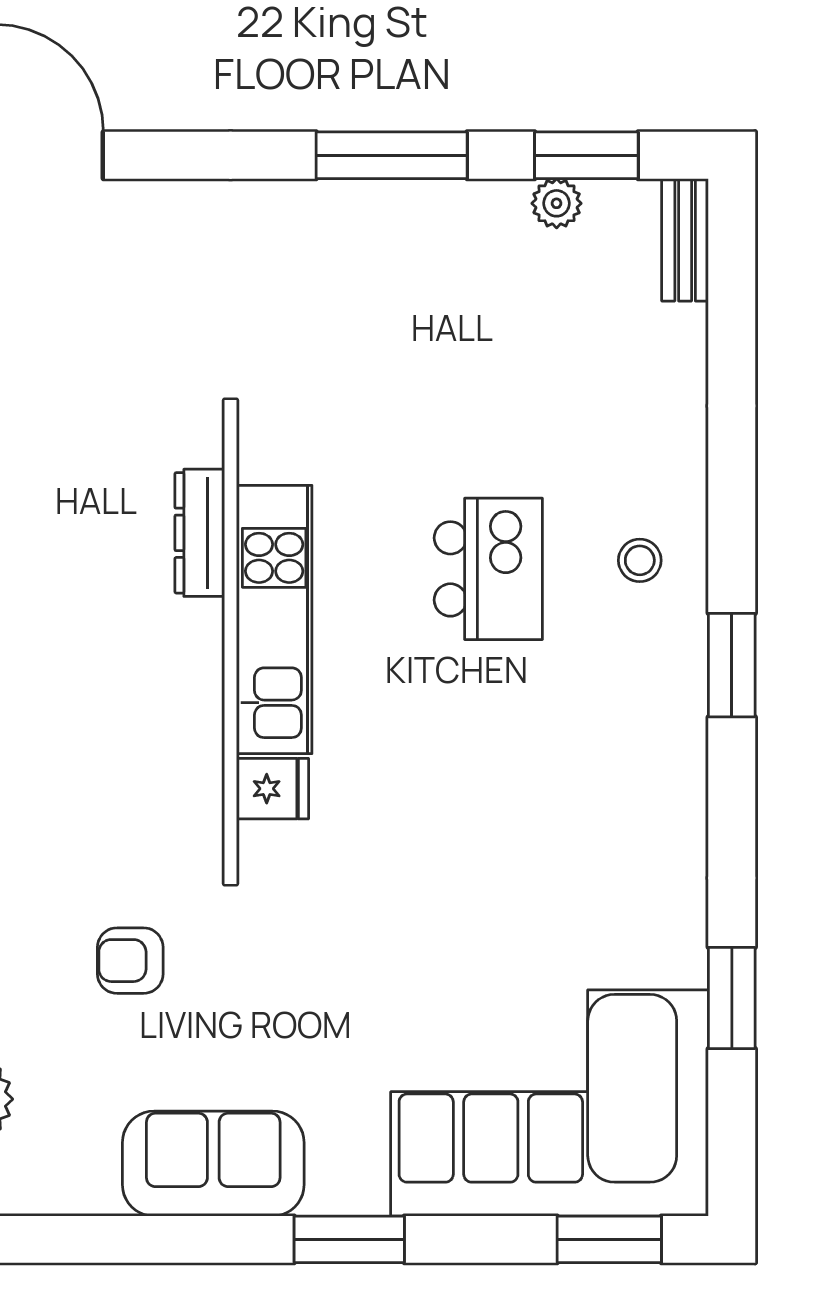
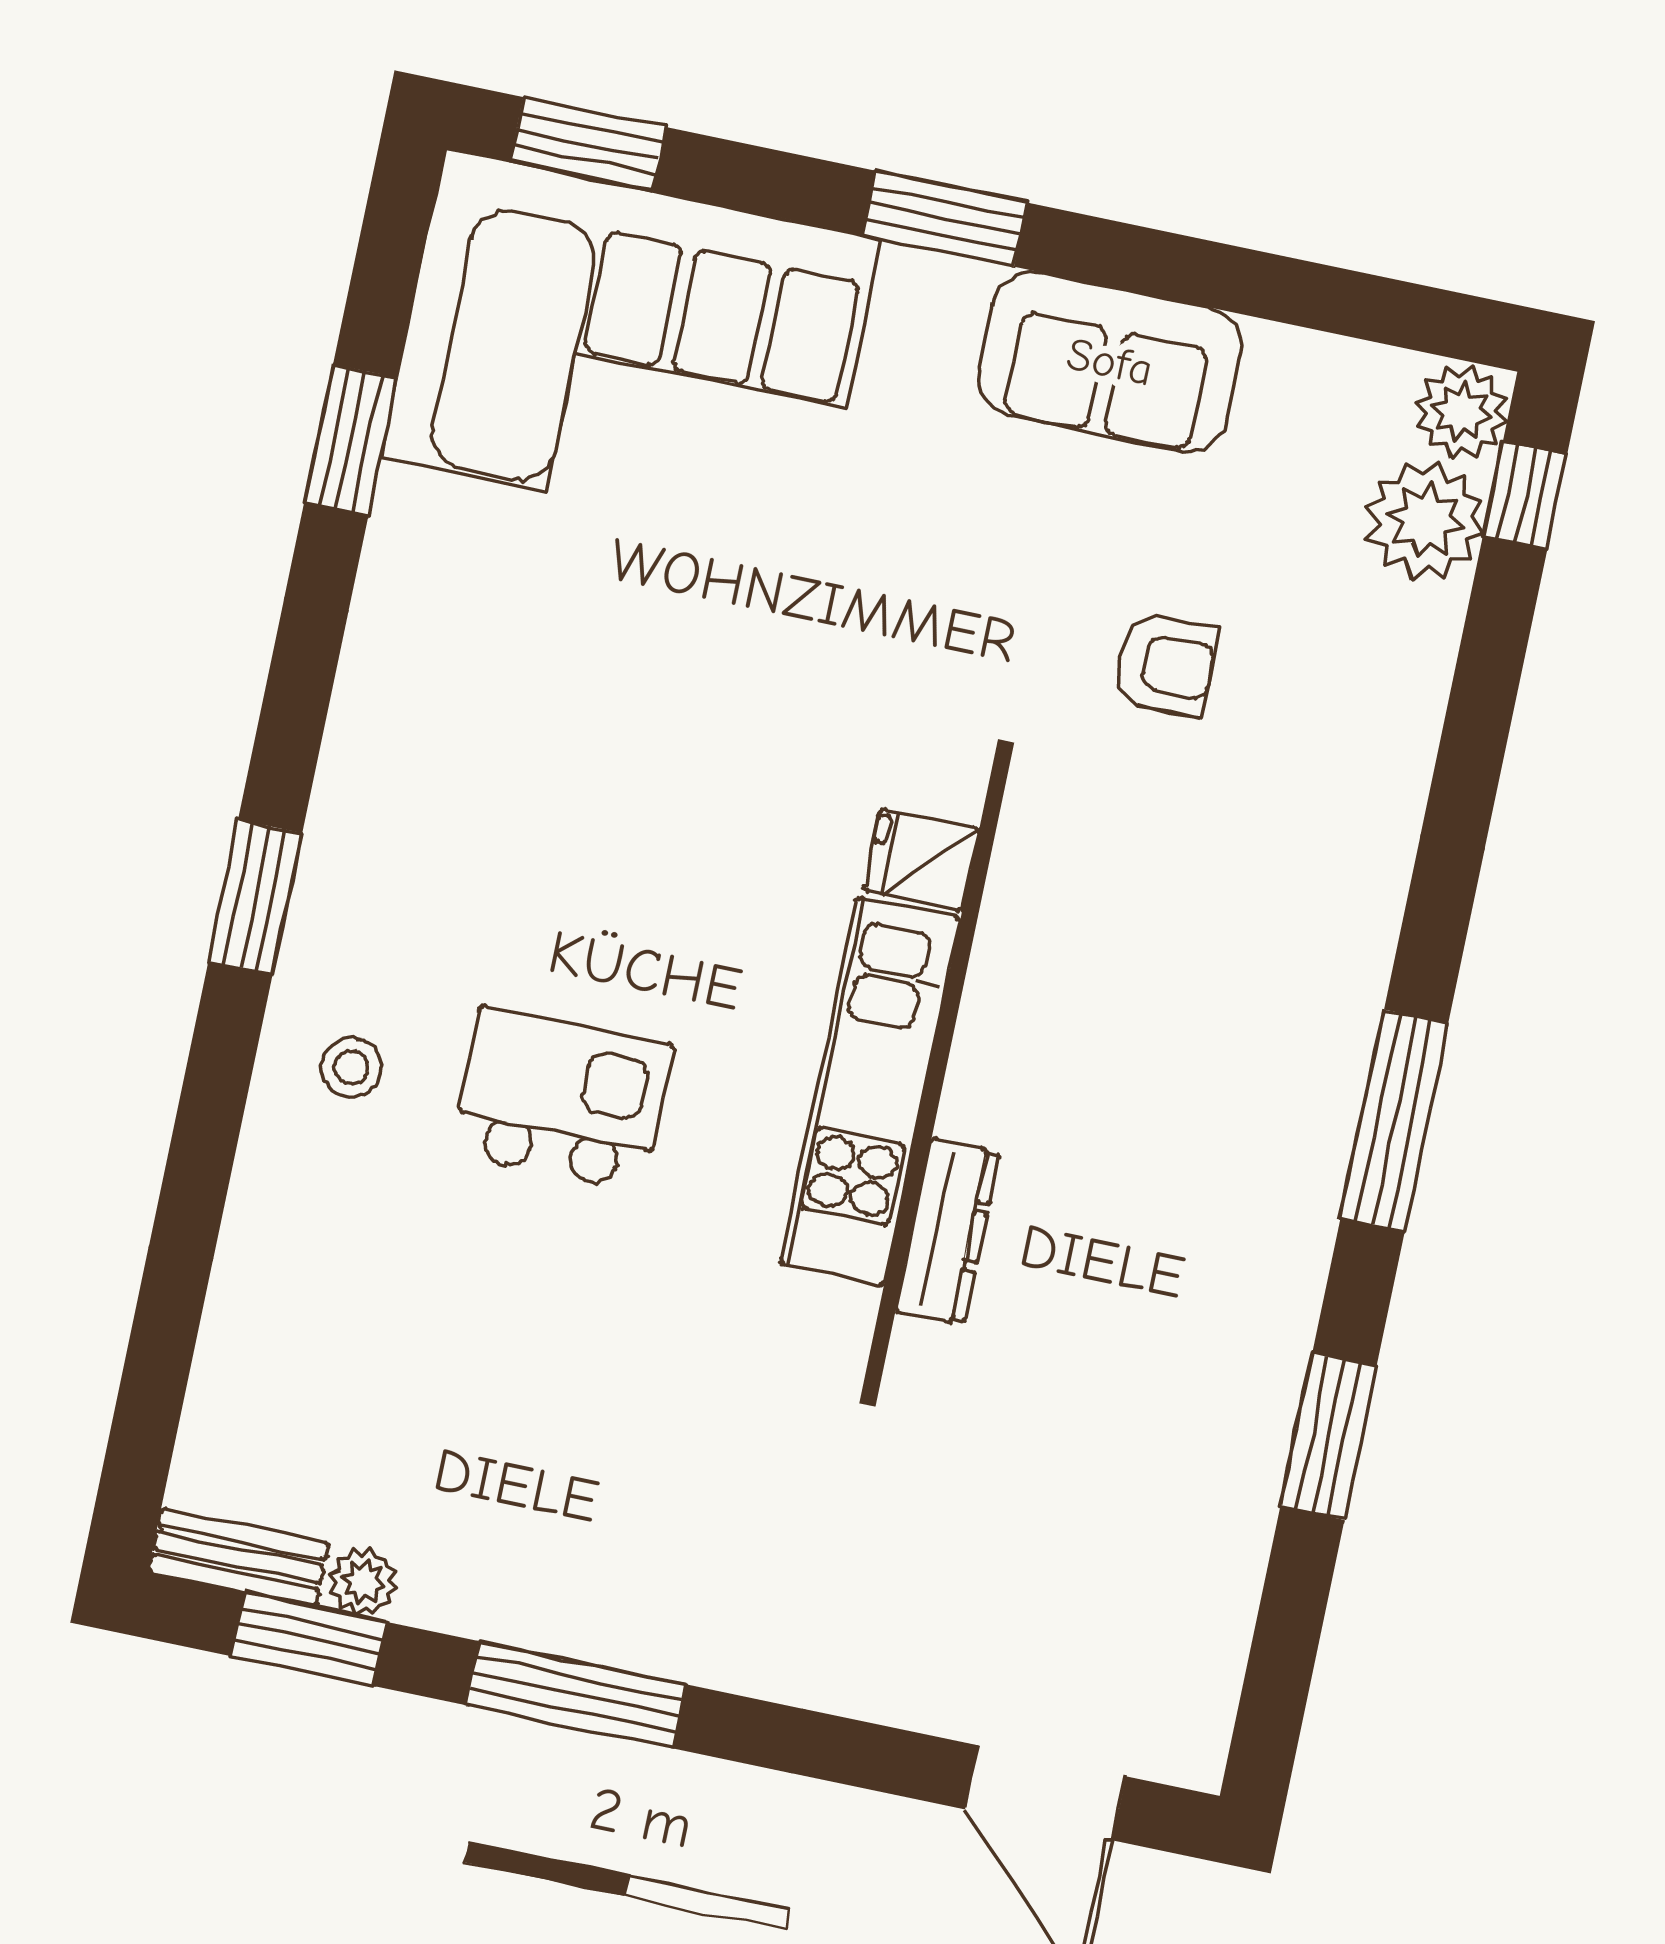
bench: (685, 240) -> (239, 1557), moved, turned 90
kitchen island: (488, 569) -> (562, 1099), turned 90

